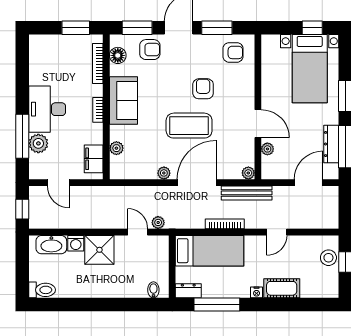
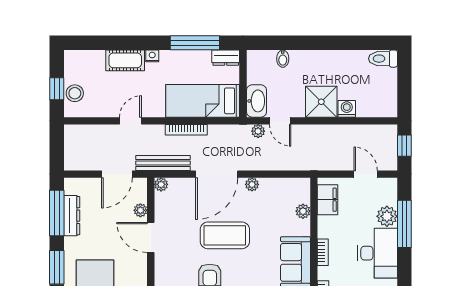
door: (309, 183) -> (117, 174), moved
washbasin: (51, 245) -> (257, 101), moved, turned 90
bidet: (153, 290) -> (283, 59), moved

